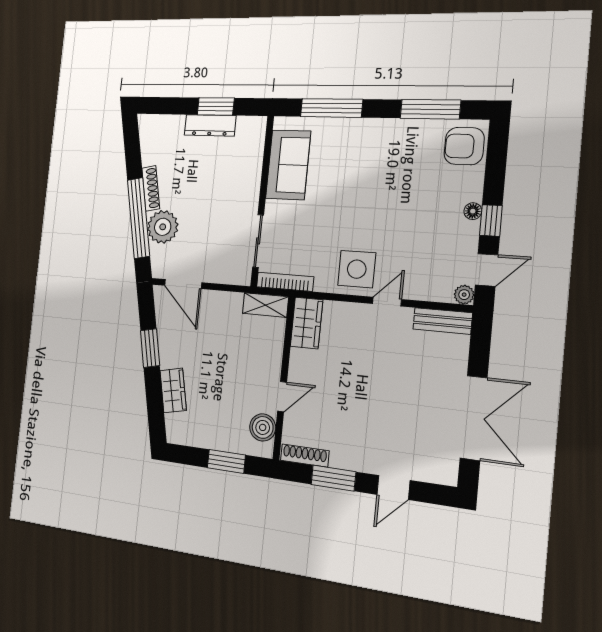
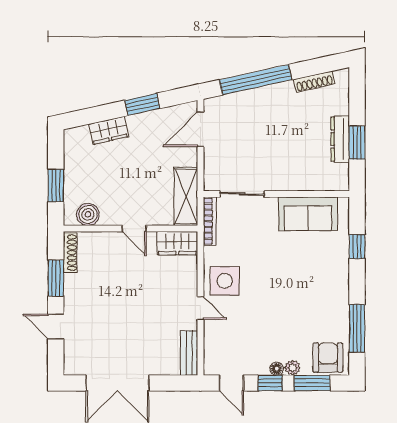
window: (331, 108) -> (357, 247), width x0.46
window: (496, 167) -> (312, 383), added
shoe rack: (151, 188) -> (314, 82), moved
plant: (163, 227) -> (249, 104), removed
plant: (464, 295) -> (293, 368), moved
shelving: (265, 305) -> (186, 196), width x1.50, depth x1.33
door: (282, 397) -> (134, 229), moved

